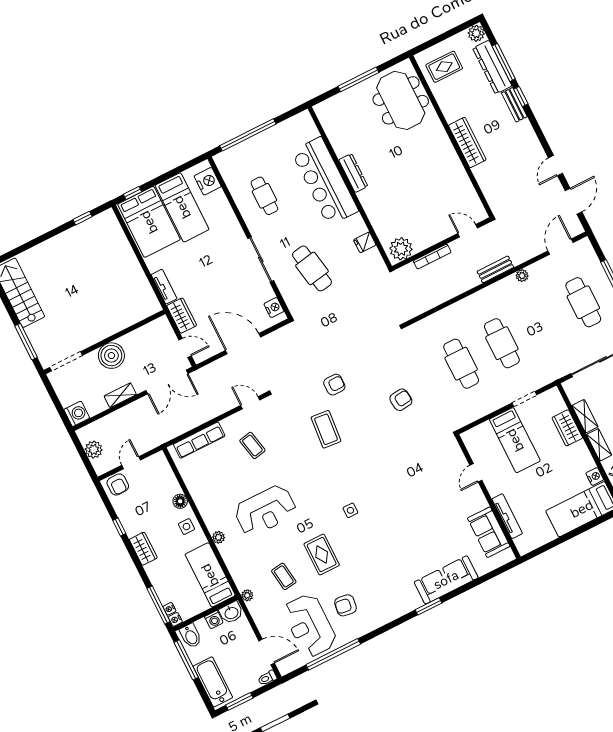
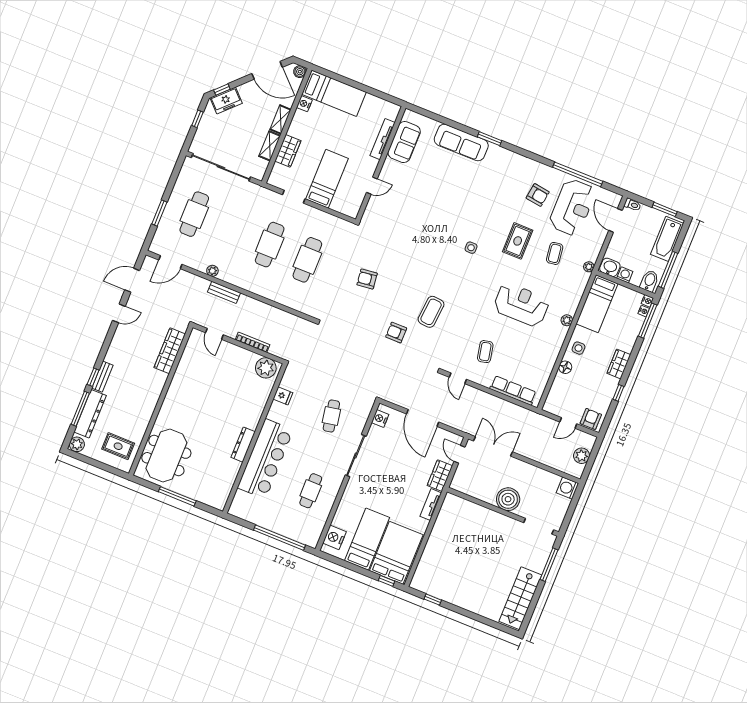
wardrobe: (467, 143) -> (170, 351), moved
cafe table: (312, 268) -> (331, 416), width x0.73, depth x0.74
shelving: (120, 395) -> (529, 470), removed

